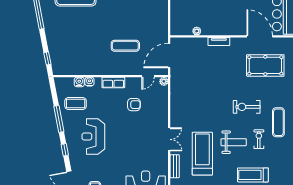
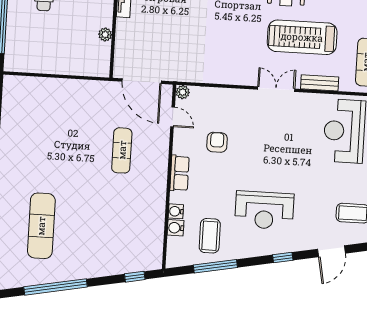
window: (59, 119) -> (215, 266), moved

